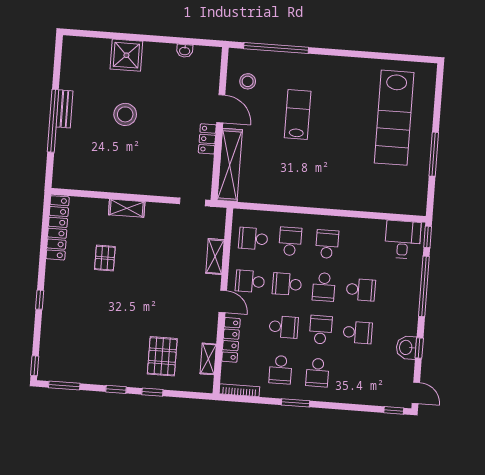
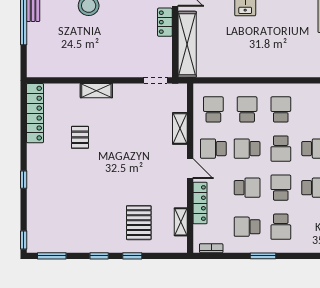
school desk: (253, 239) -> (213, 109), turned 90
school desk: (280, 370) -> (247, 227), turned 90
bookcase: (239, 390) -> (211, 248), width x0.64

